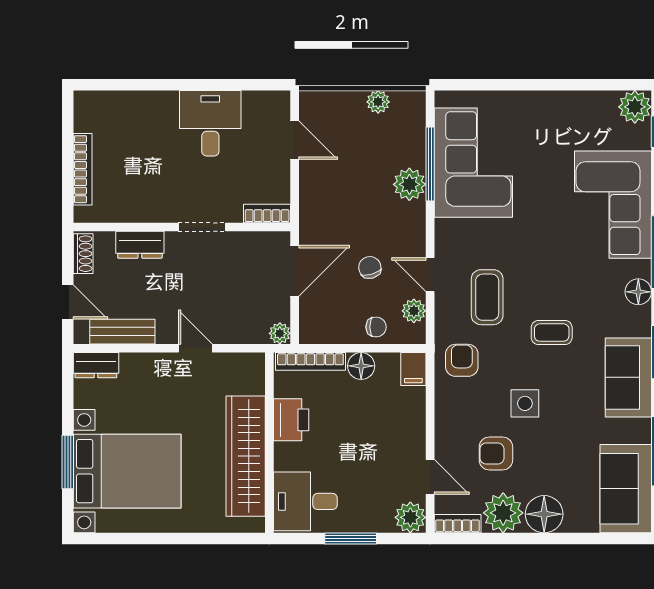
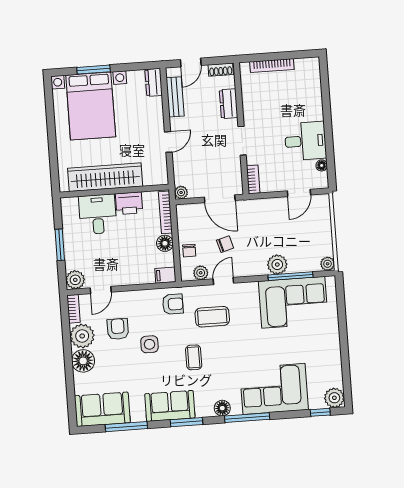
floor lamp: (252, 100) -> (322, 165), added
plant: (378, 102) -> (328, 264), moved
desk: (305, 501) -> (98, 214), moved

